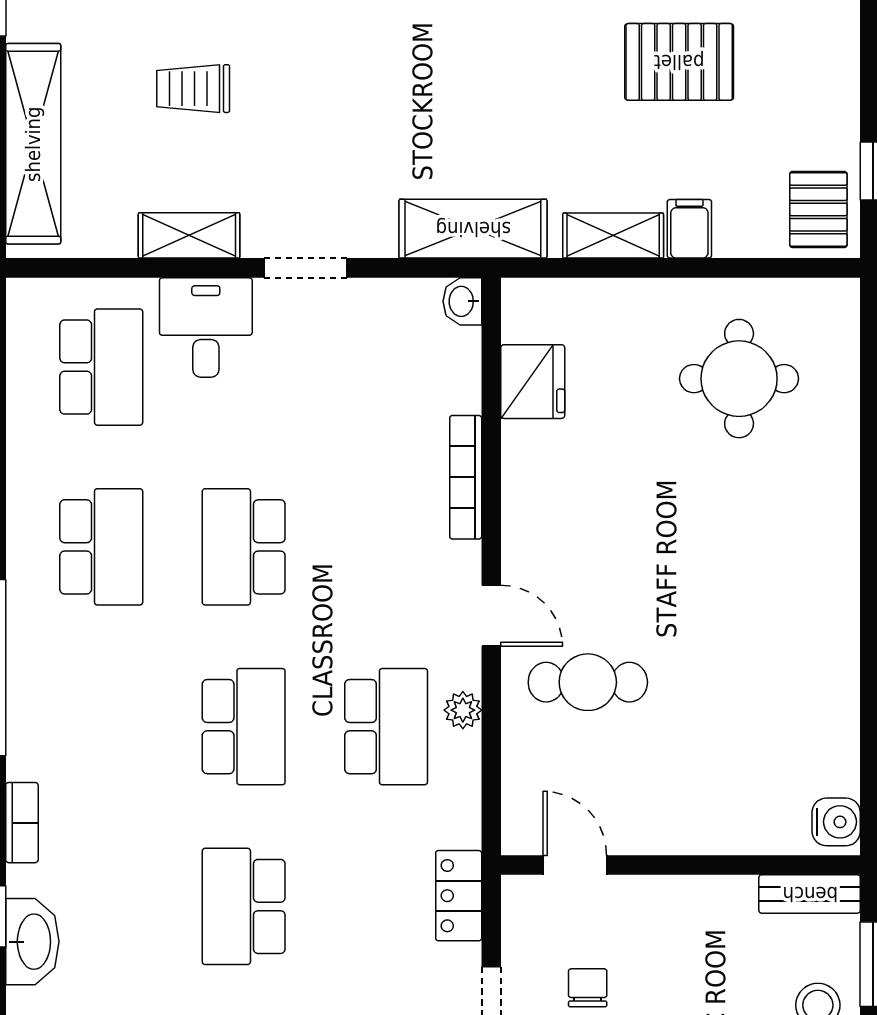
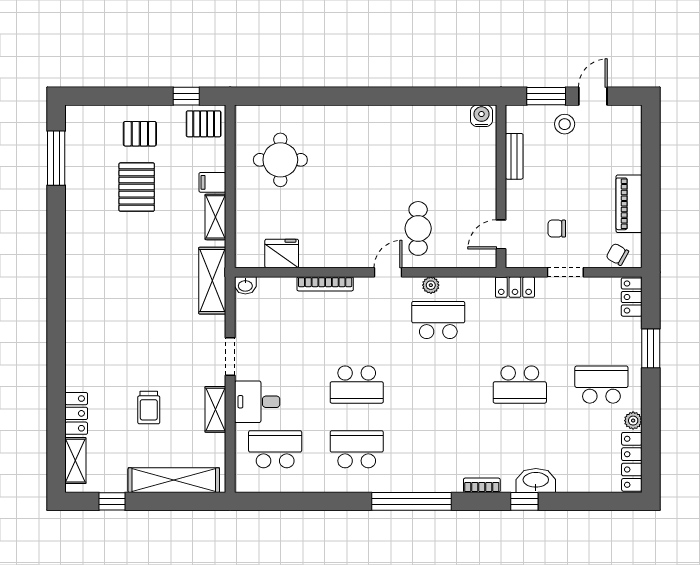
pallet: (797, 69) -> (140, 134), added
school desk: (244, 727) -> (438, 385), removed
bench: (810, 894) -> (514, 156), moved

